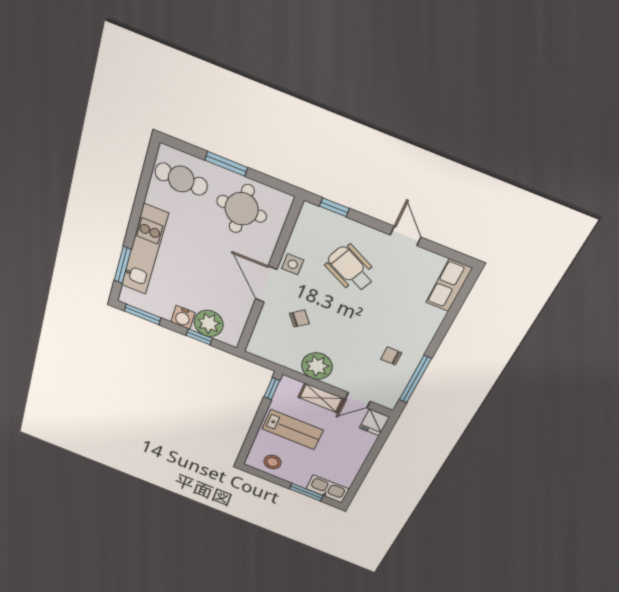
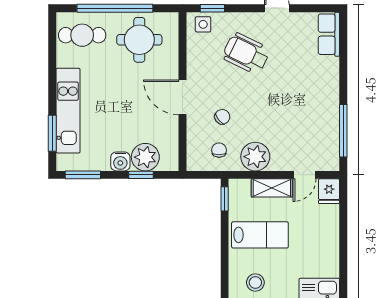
window: (226, 164) -> (115, 8), width x2.11
side table: (293, 264) -> (203, 24), moved
chair: (391, 356) -> (219, 150), moved, turned 90

